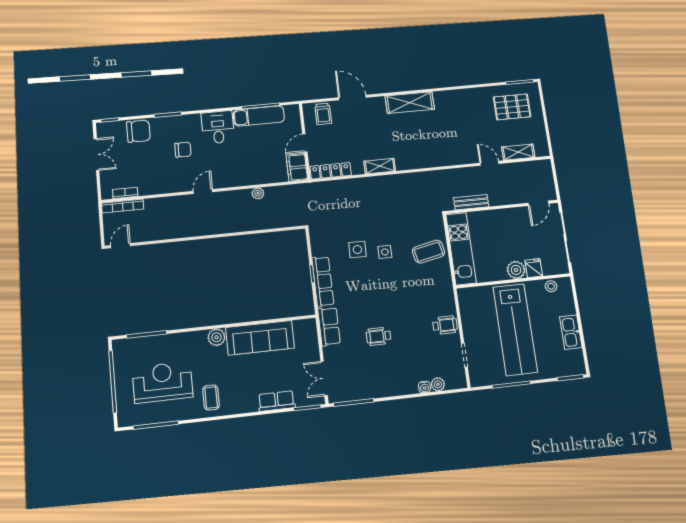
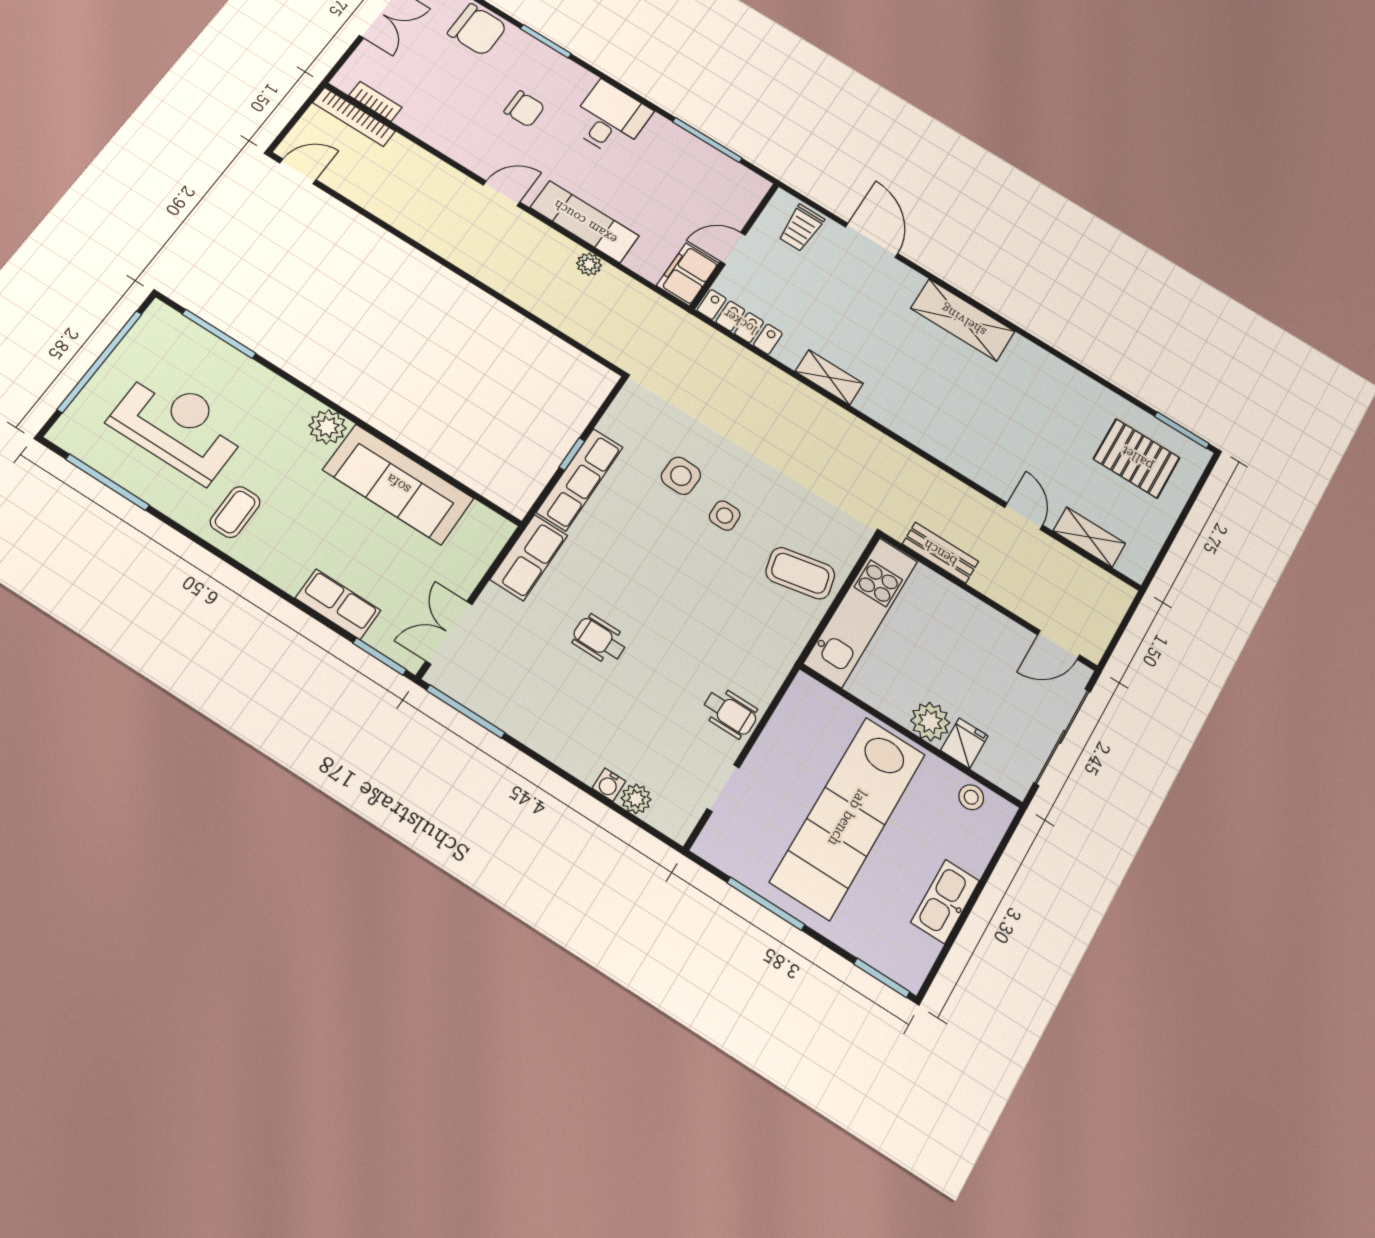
exam couch: (259, 116) -> (585, 222), moved, turned 180

